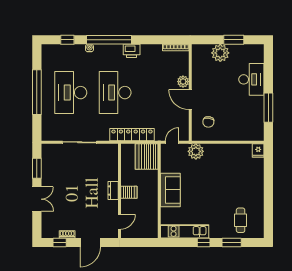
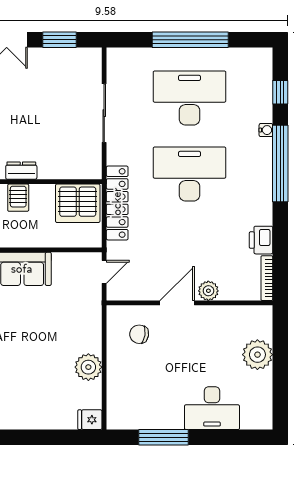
window: (234, 40) -> (280, 378), removed
printer: (132, 51) -> (261, 240), moved
door: (172, 142) -> (104, 272), hinge flipped
plant: (196, 151) -> (88, 367), moved
server rack: (147, 156) -> (78, 203), moved, turned 180

